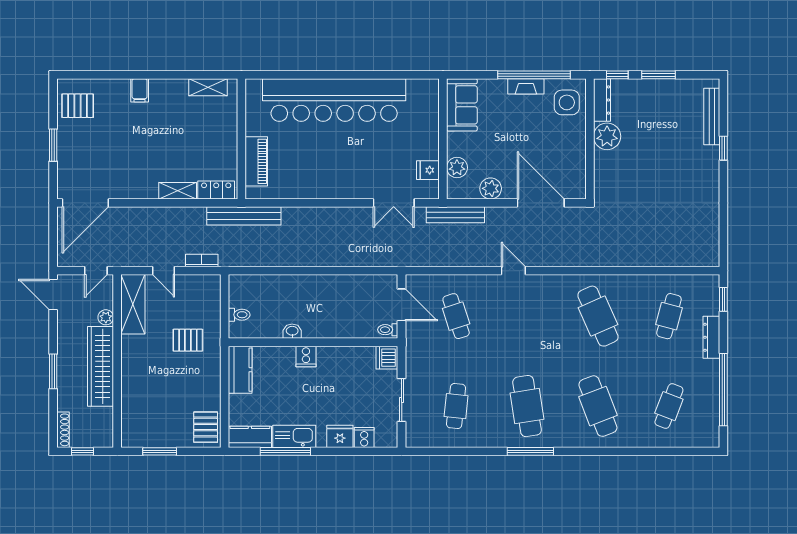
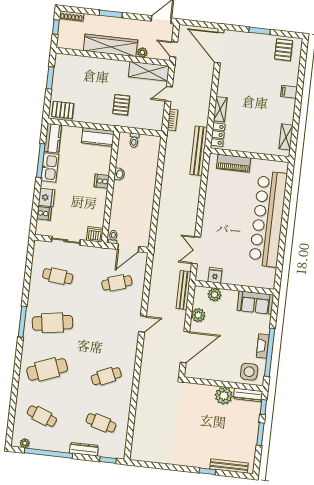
cafe table: (598, 316) -> (106, 376), width x0.73, depth x0.74
plant: (713, 427) -> (25, 443), added

